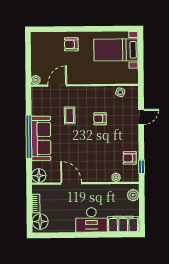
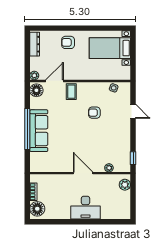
dresser: (36, 47) -> (35, 44), added
coffee table: (70, 115) -> (71, 92), moved
door: (141, 117) -> (133, 111), hinge flipped
armchair: (130, 158) -> (122, 150), removed
floor lamp: (39, 176) -> (36, 90), moved
door: (71, 183) -> (83, 173), moved
filing cabinet: (123, 224) -> (115, 212), removed

